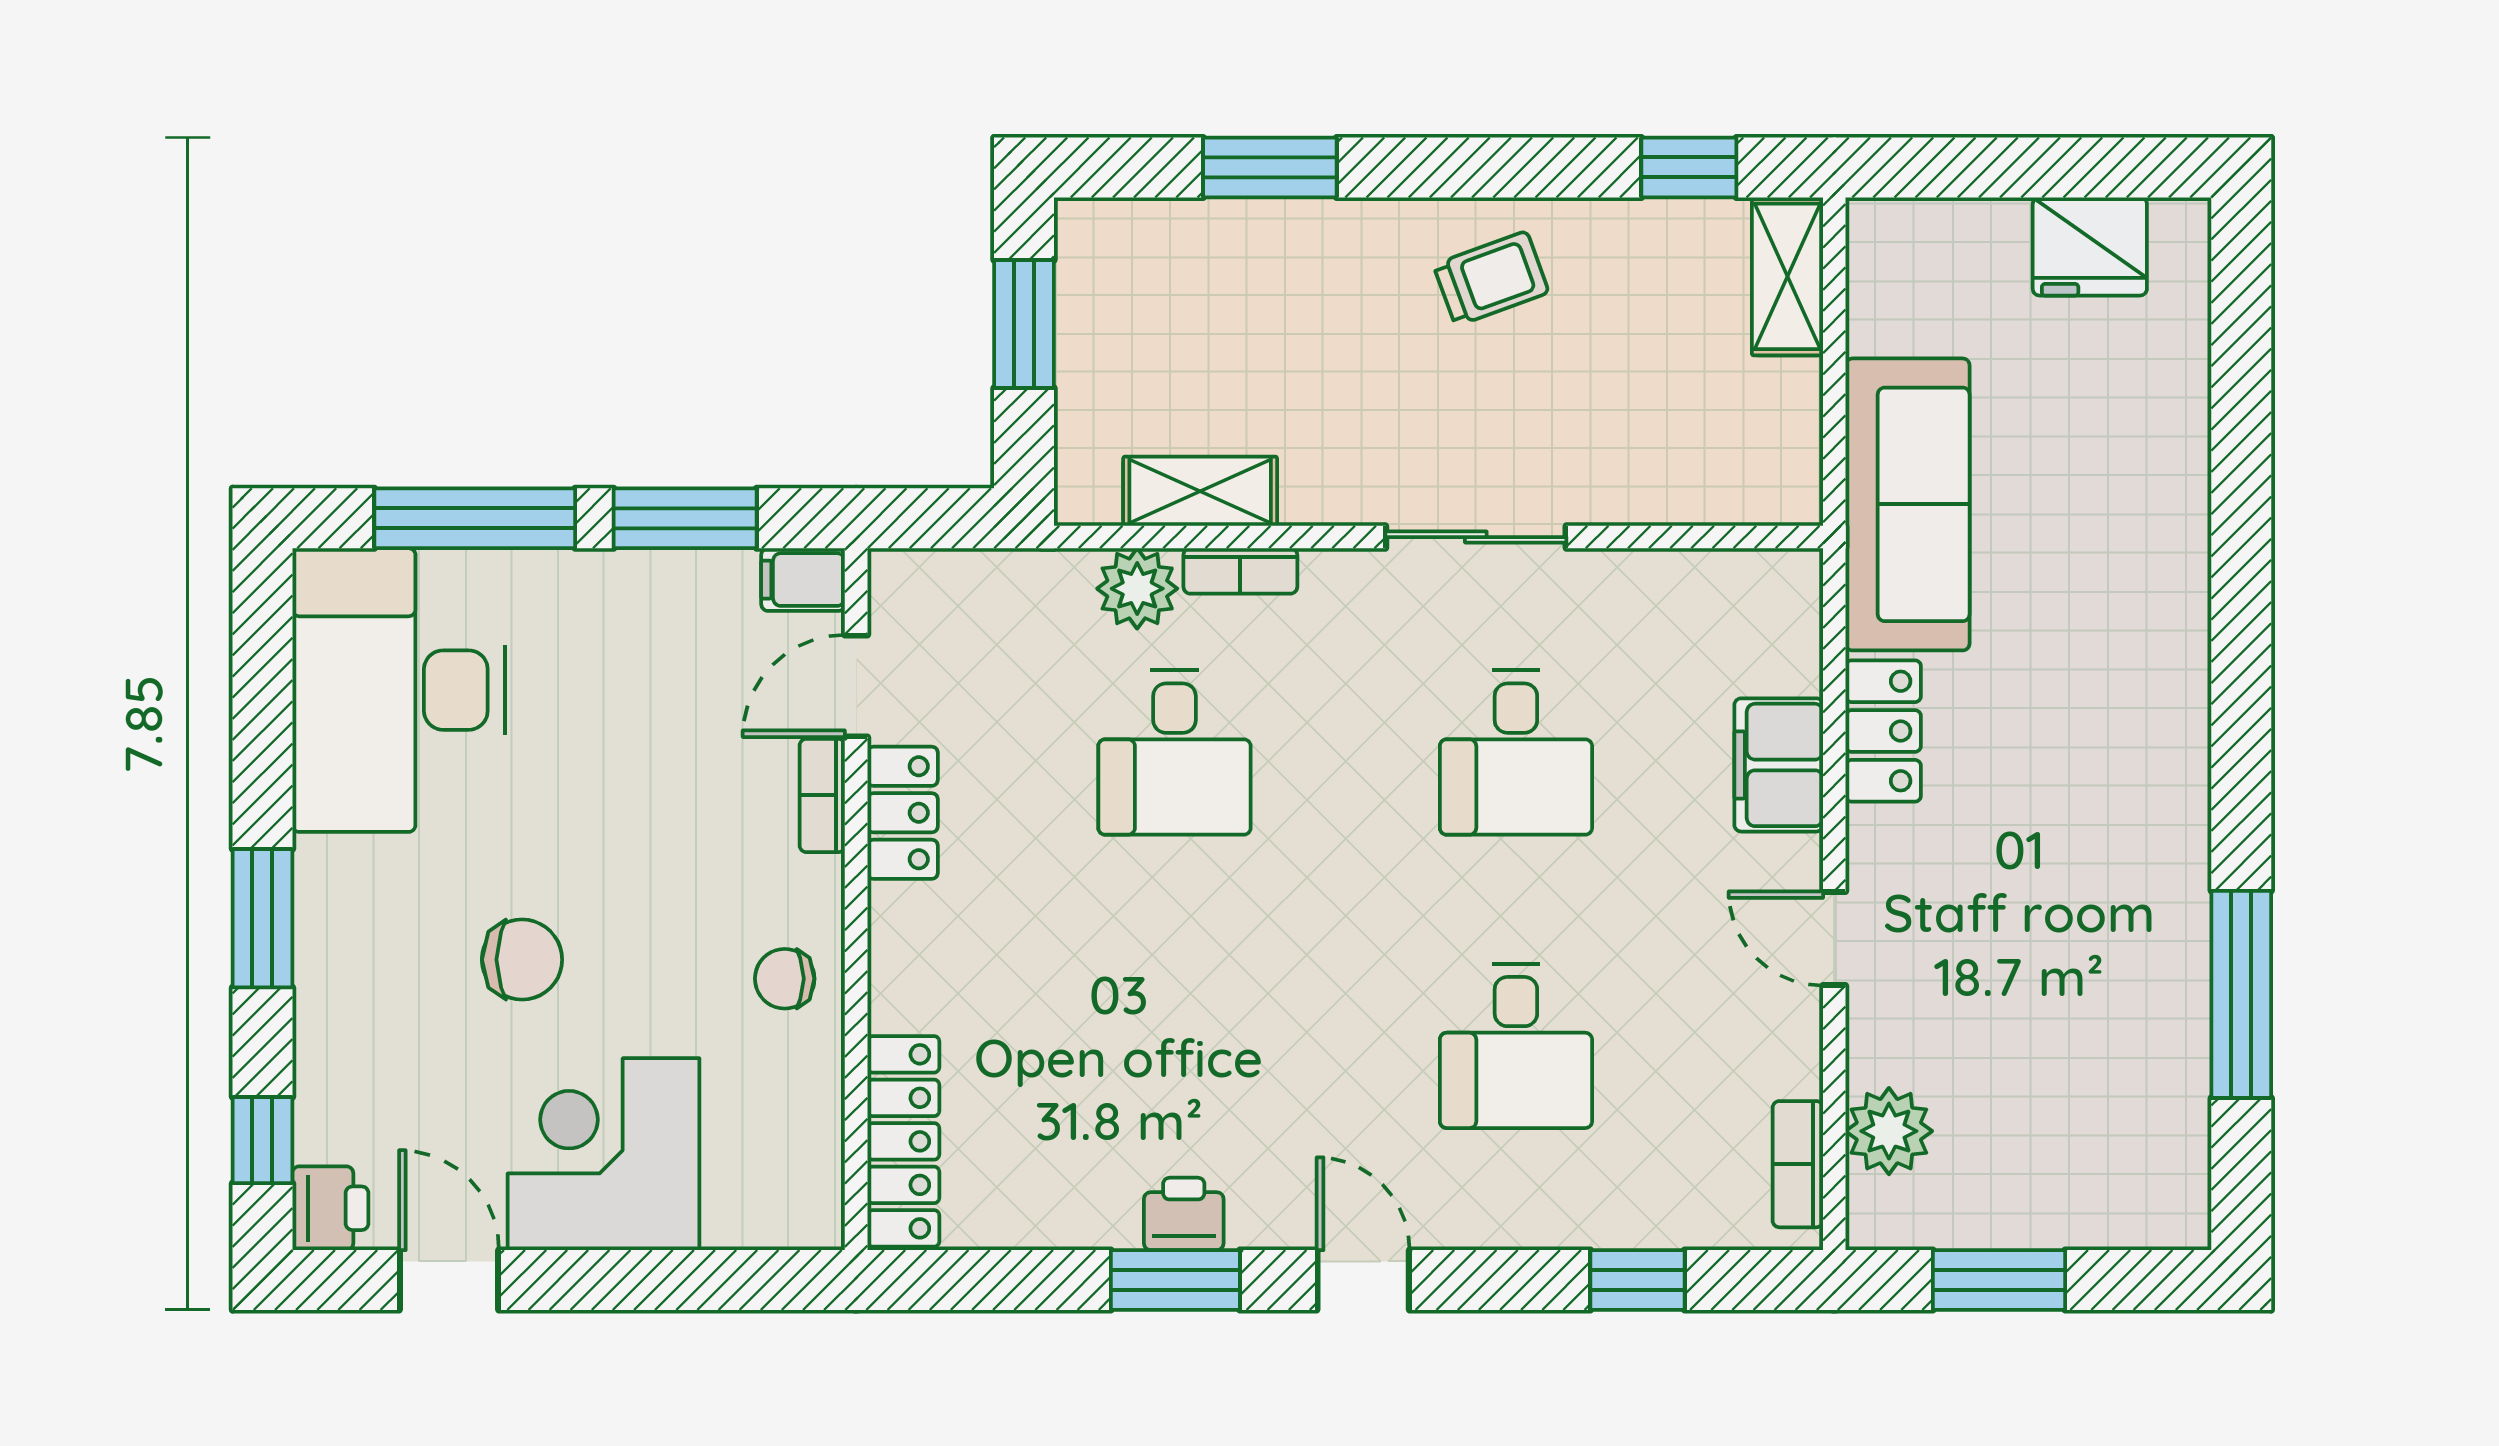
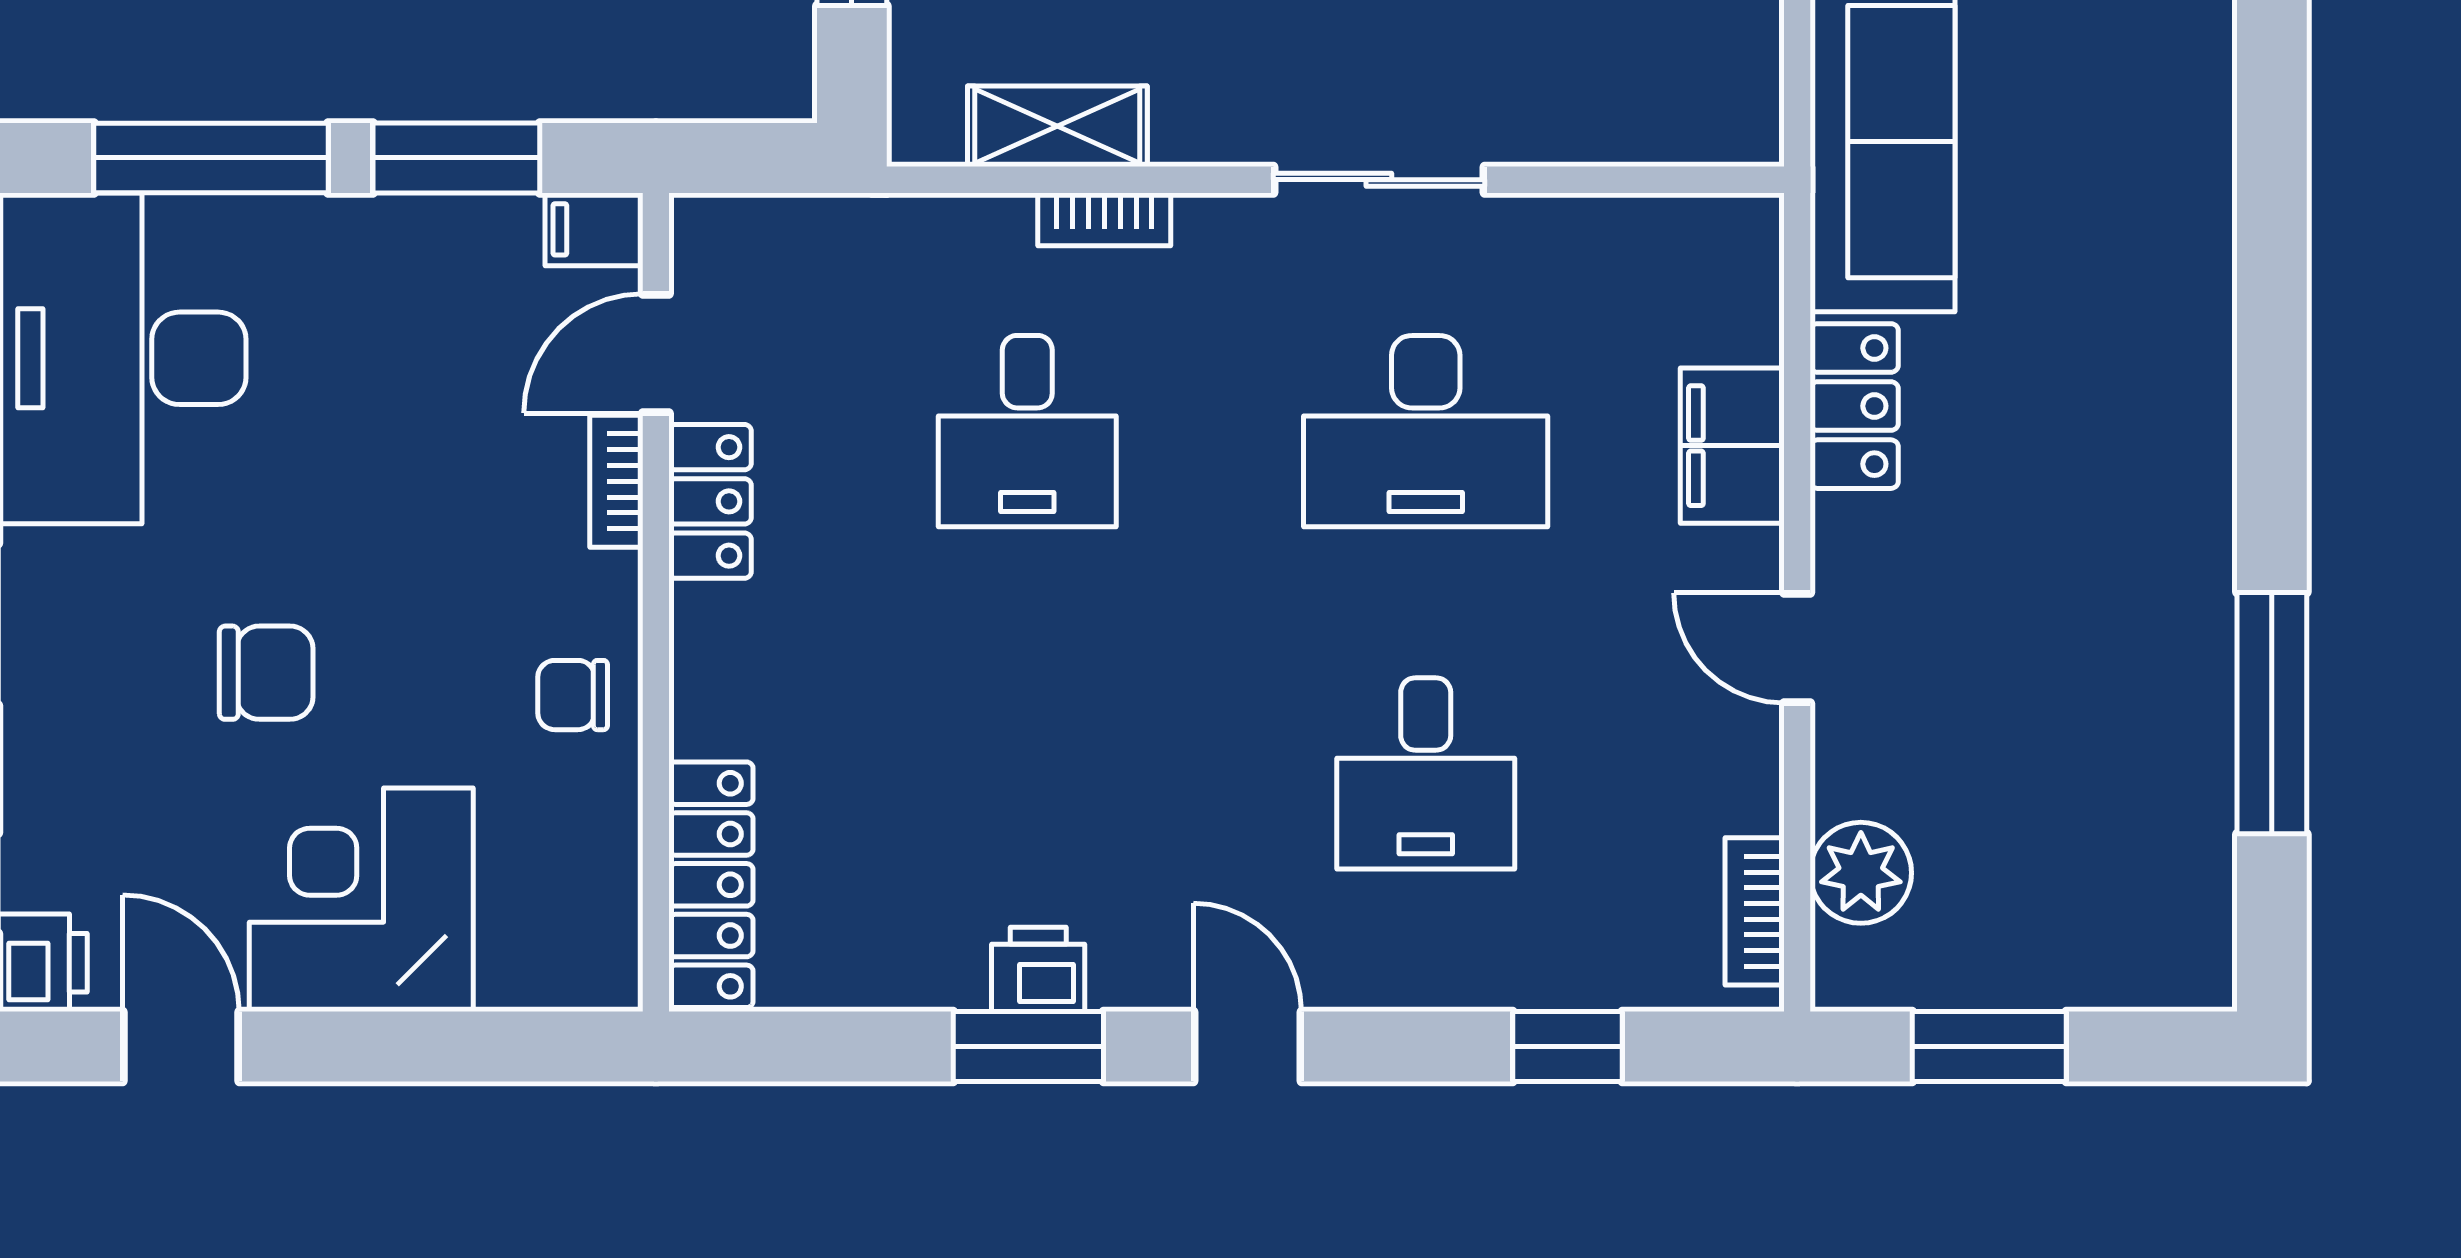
plant: (1137, 589) -> (984, 240), removed
desk: (1516, 752) -> (1426, 431), width x1.37

